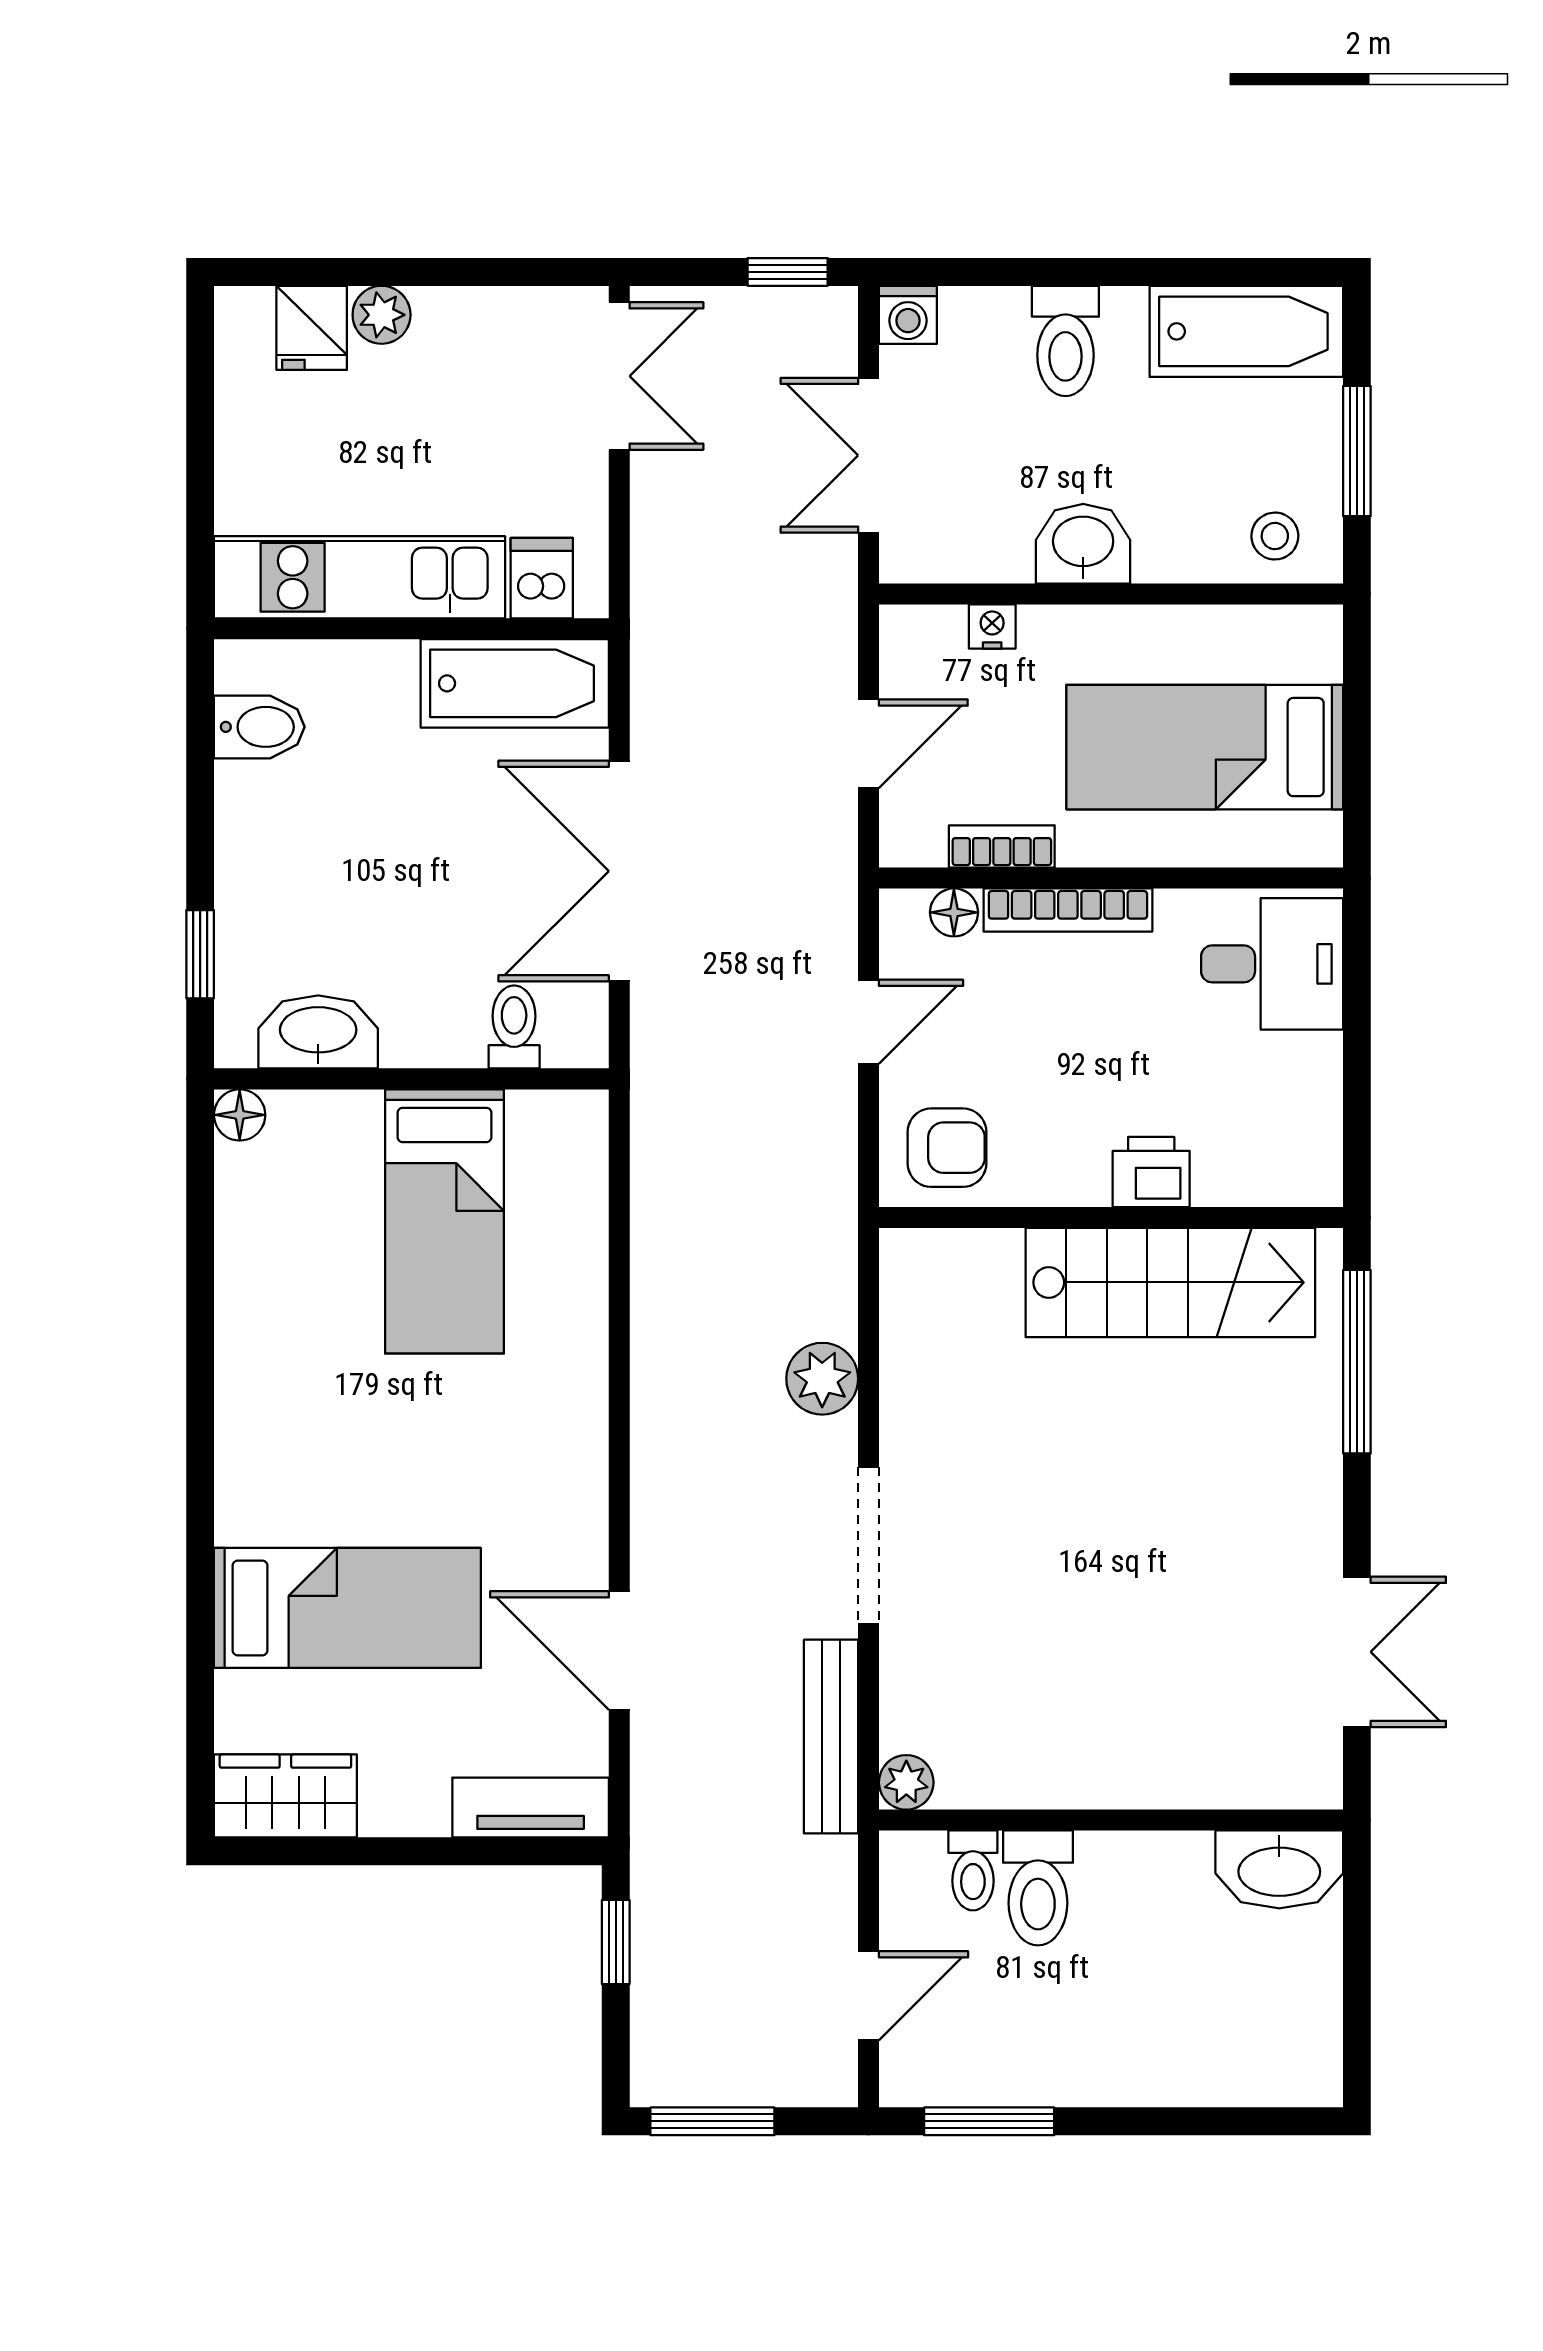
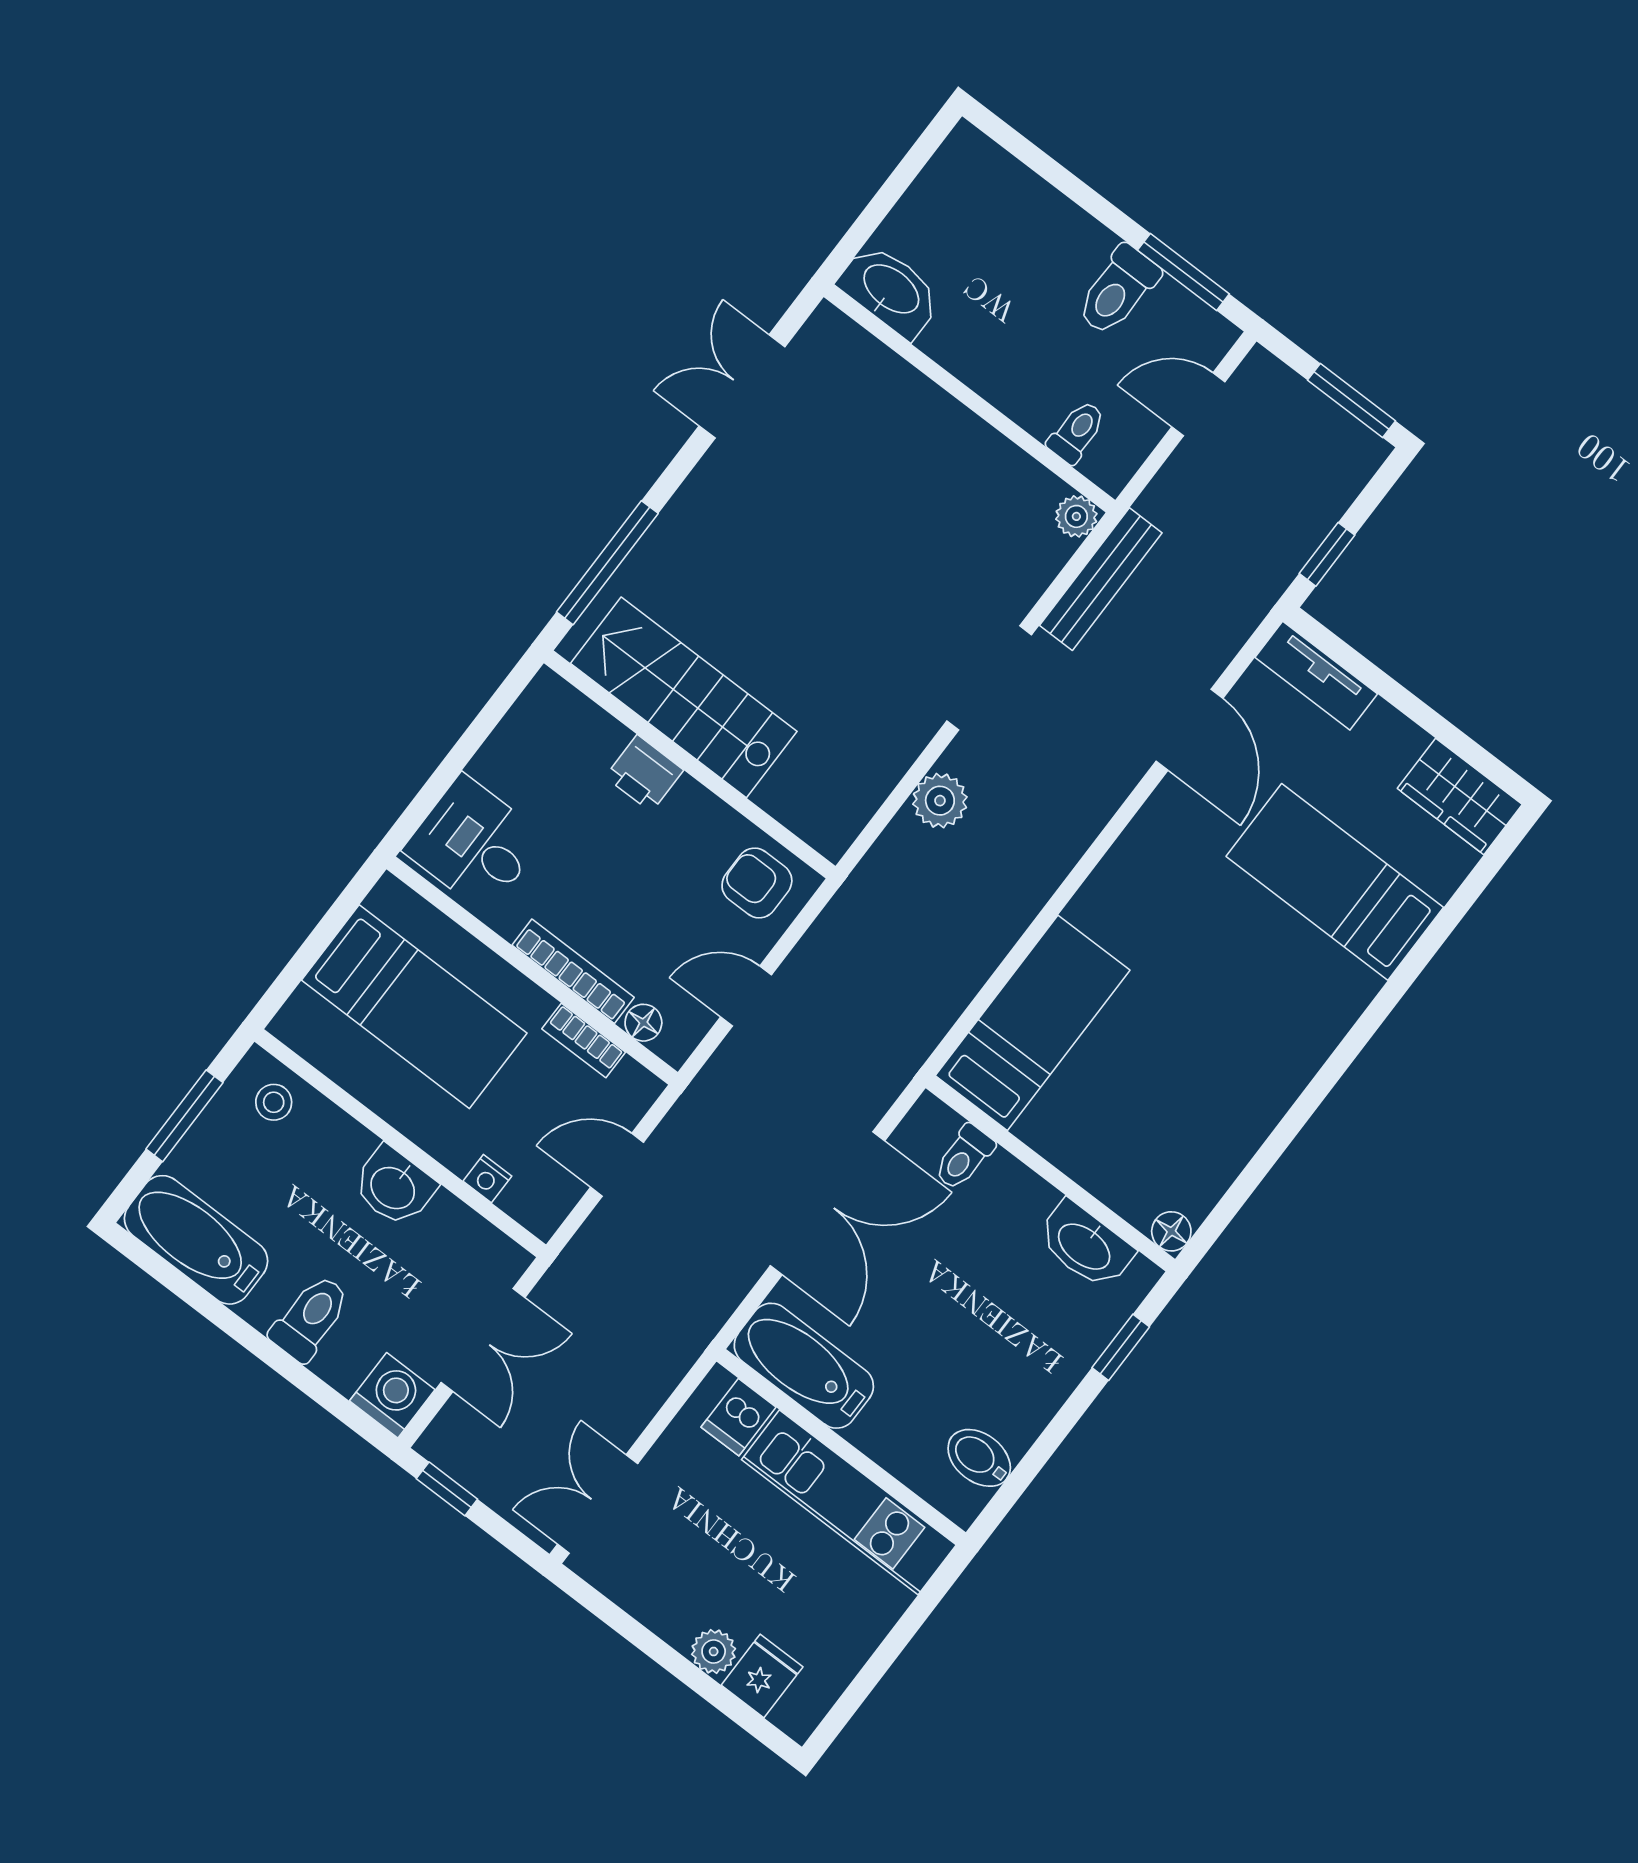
washing machine: (908, 315) -> (392, 1395), width x1.38, depth x1.38
bed: (444, 1221) -> (1033, 1023), moved
toilet: (1038, 1888) -> (1118, 290), moved, turned 180

